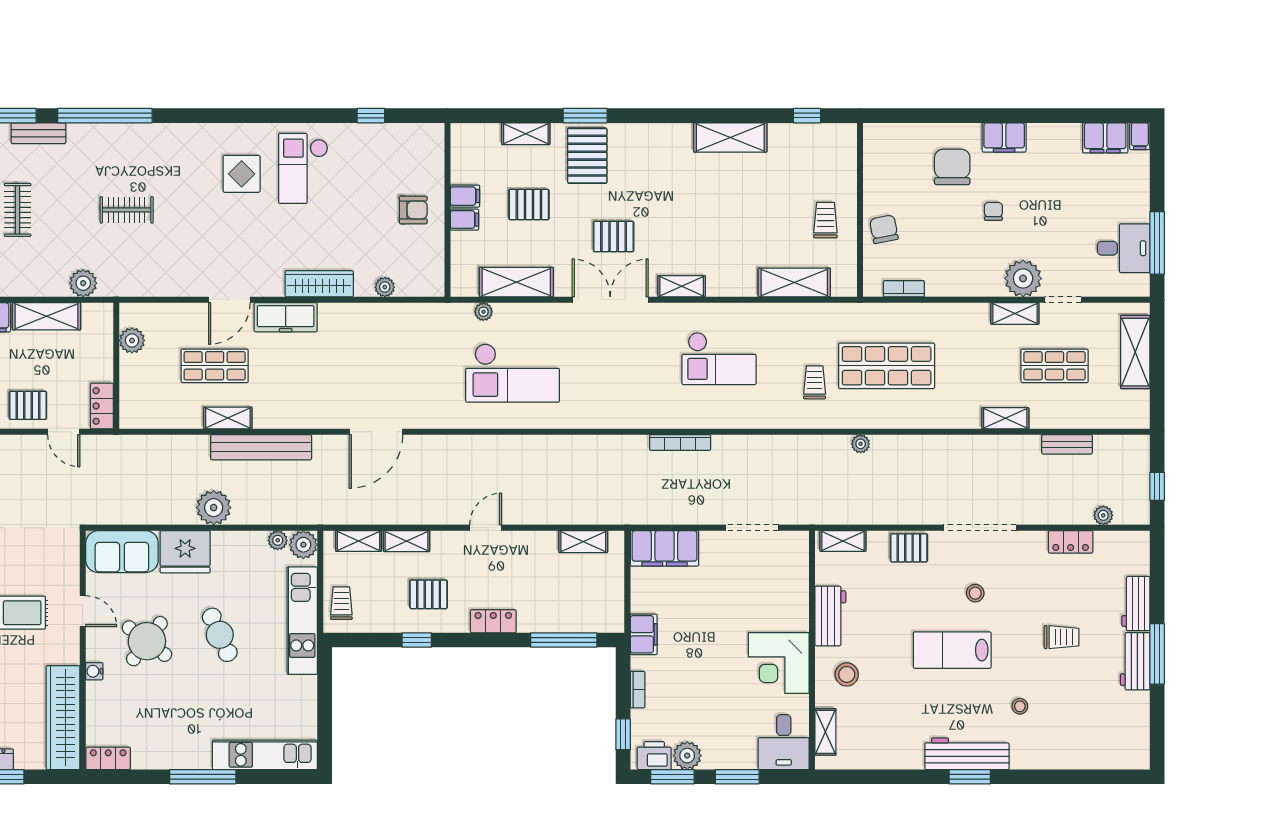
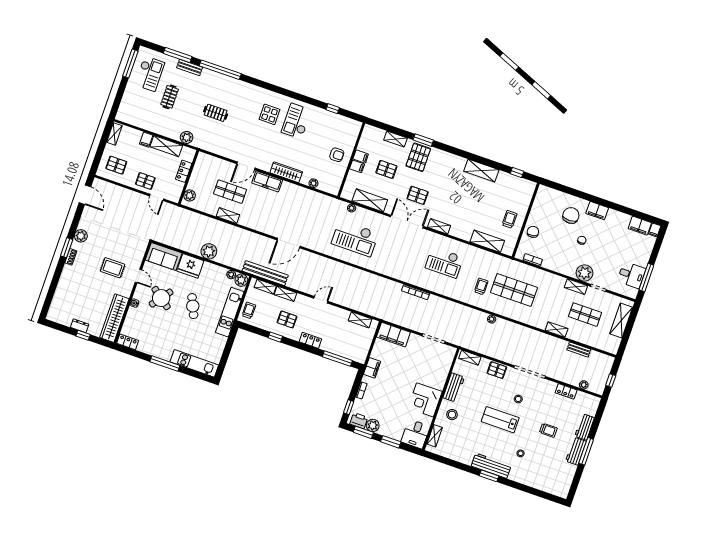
plant: (132, 340) -> (190, 195), moved
locker: (102, 406) -> (184, 171), moved
bench: (261, 447) -> (265, 273), moved

